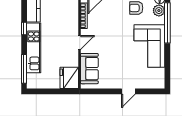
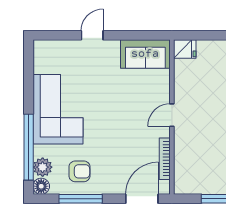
sofa: (89, 69) -> (145, 54), moved, turned -90
fridge: (69, 78) -> (185, 49), width x0.53, depth x0.75

